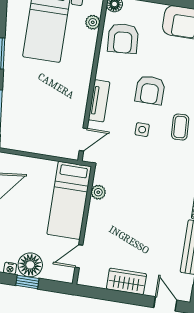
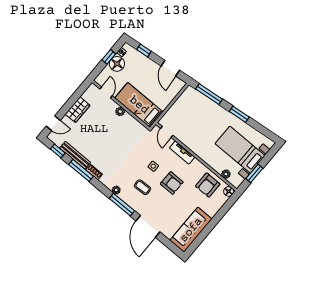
armchair: (123, 38) -> (208, 185), turned -86
armchair: (150, 90) -> (172, 183), turned 180
plant: (98, 192) -> (120, 112), moved

